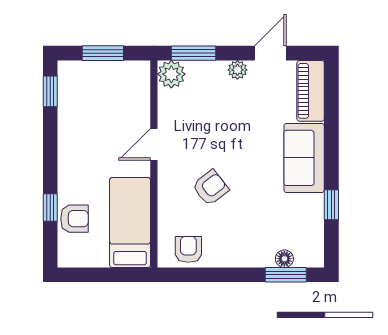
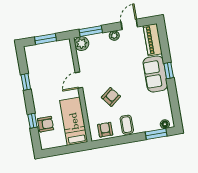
window: (50, 91) -> (26, 82), moved
window: (331, 205) -> (169, 71), moved
coffee table: (232, 247) -> (127, 125), added
floor lamp: (284, 259) -> (165, 124), moved

